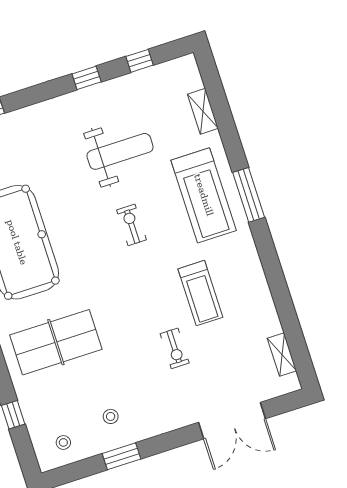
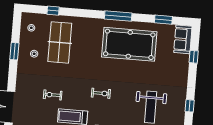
exercise bike: (132, 225) -> (101, 93), moved
table tennis table: (56, 342) -> (60, 42), moved

